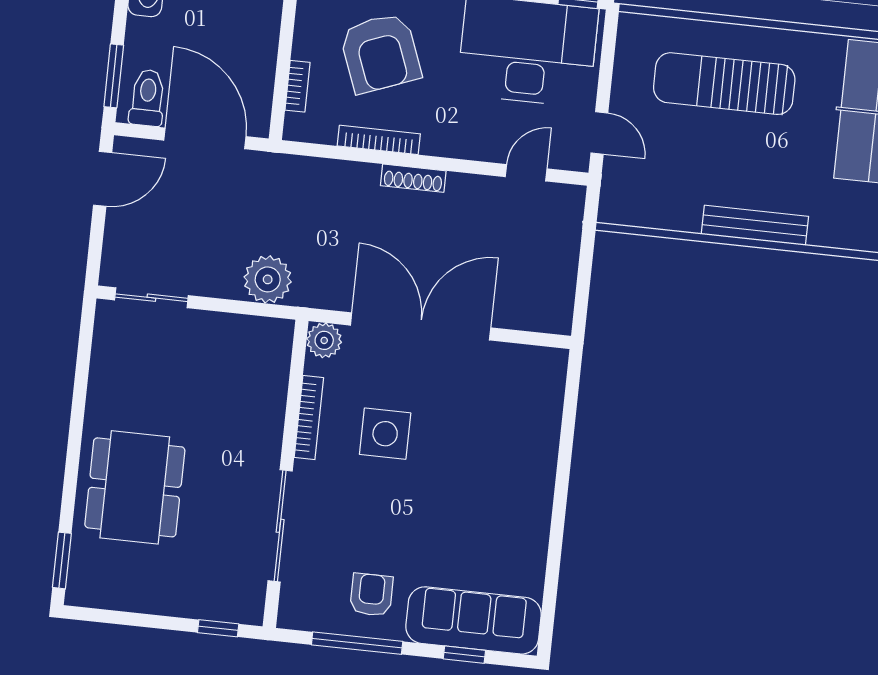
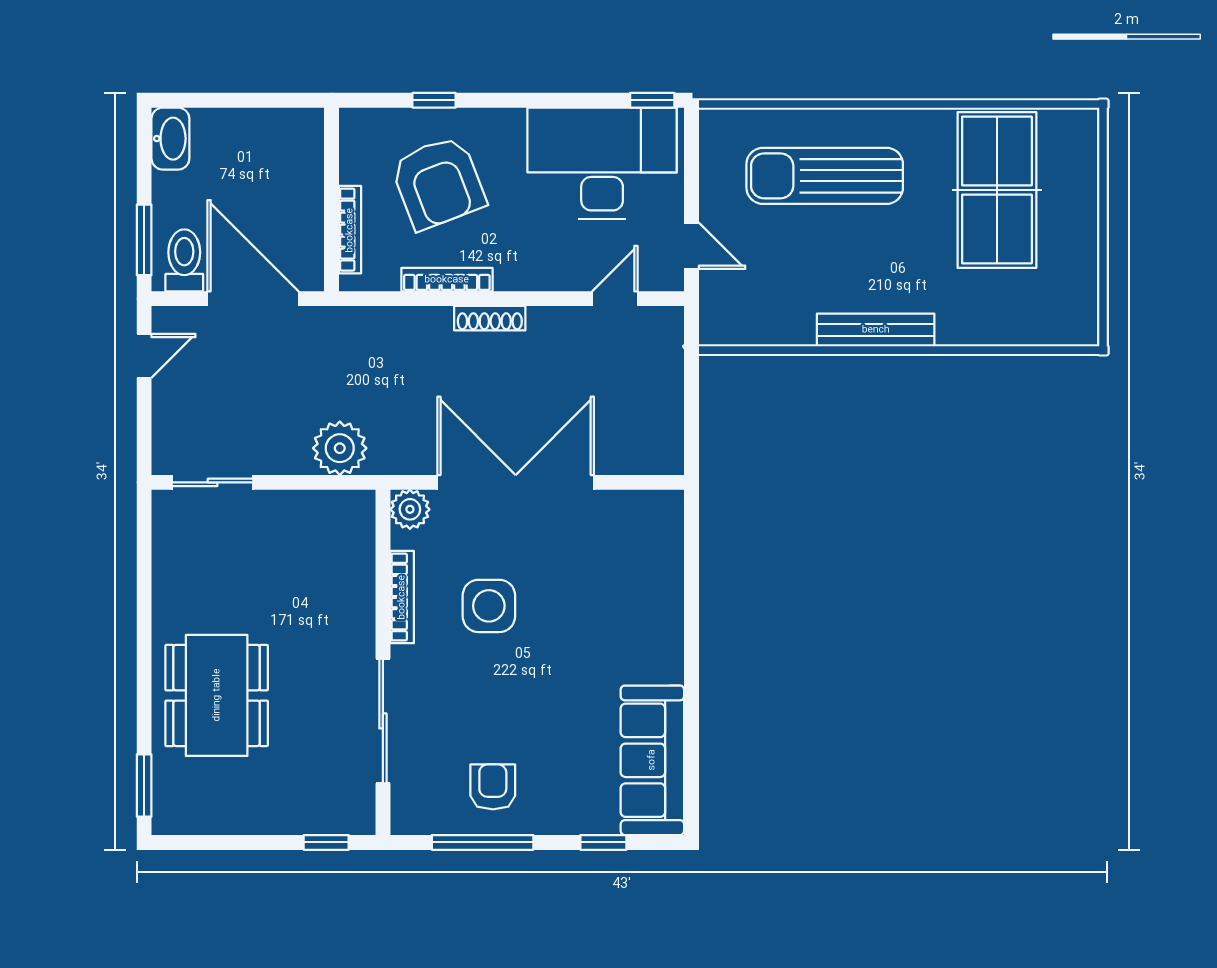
bookcase: (298, 86) -> (350, 230), width x1.56
door: (103, 179) -> (144, 356), width x0.73
sofa: (473, 620) -> (652, 760), moved, turned -90

